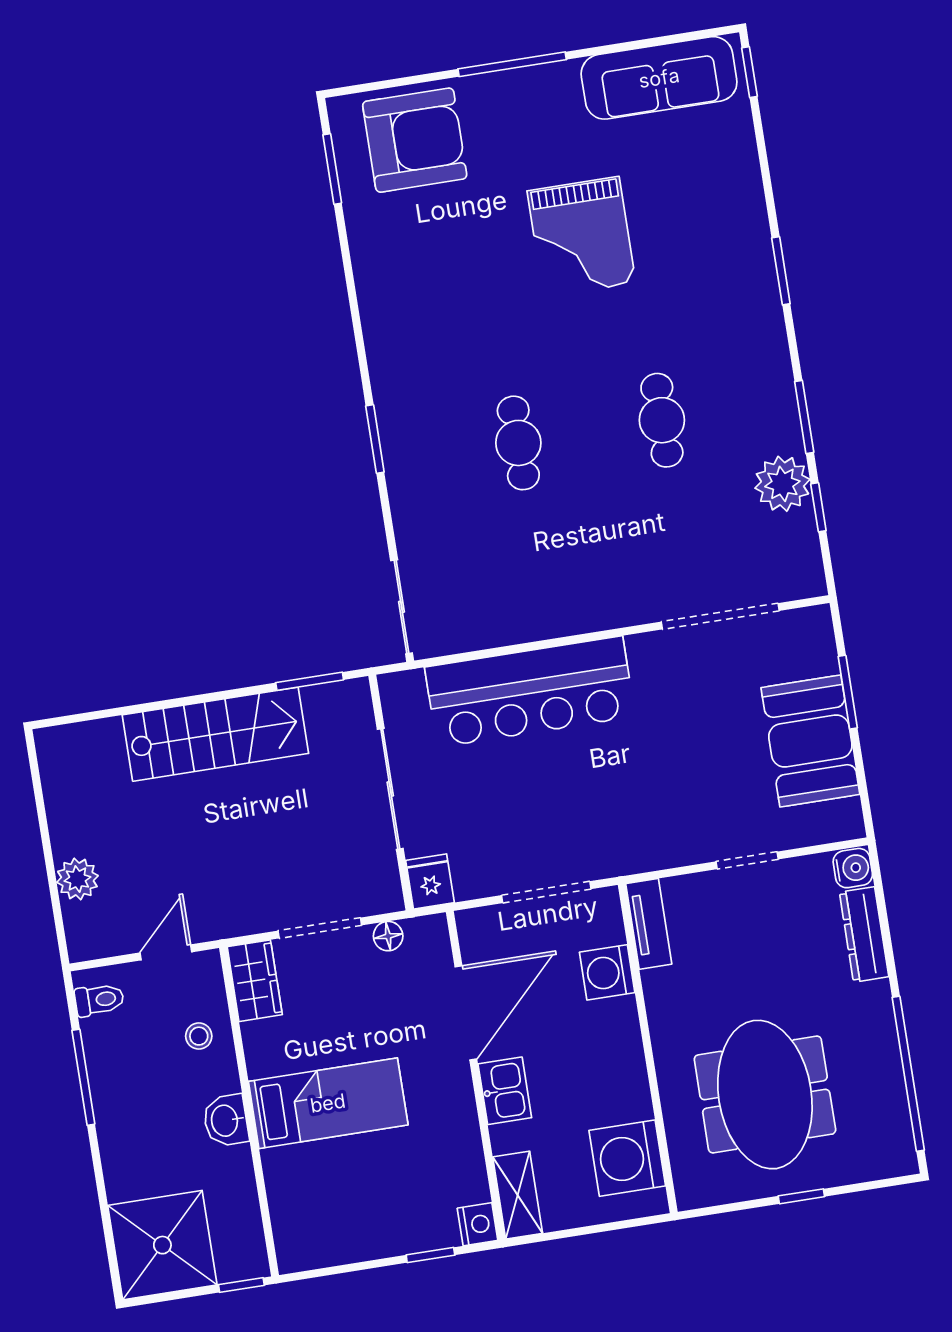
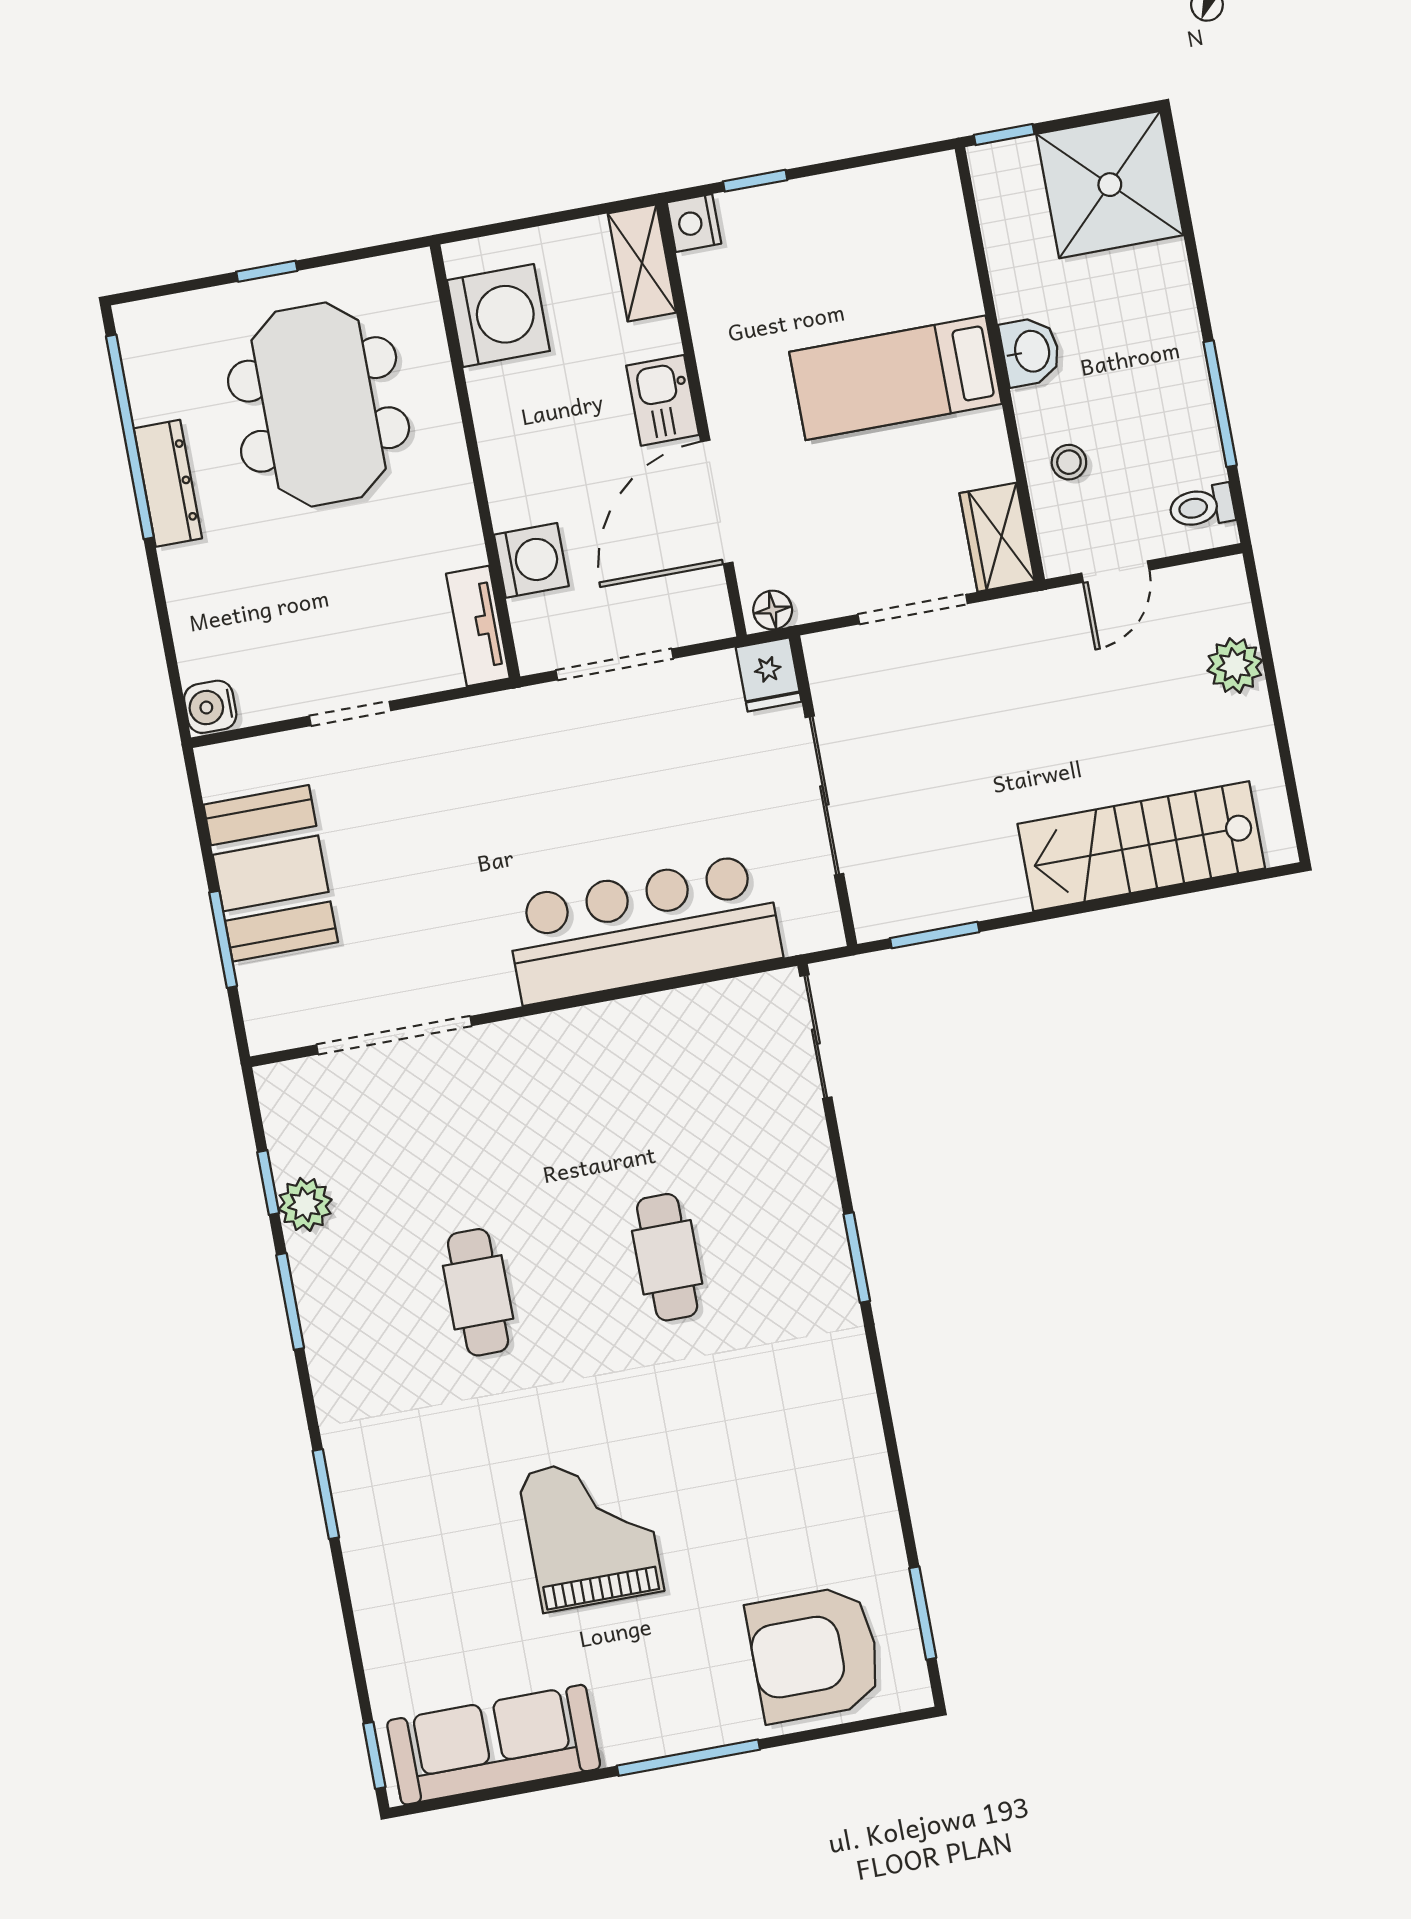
plant: (782, 484) -> (305, 1204), width x0.73, depth x0.73
stairs: (215, 734) -> (1141, 846), moved
dresser: (864, 934) -> (168, 483), moved
floor lamp: (388, 936) -> (773, 610), moved

